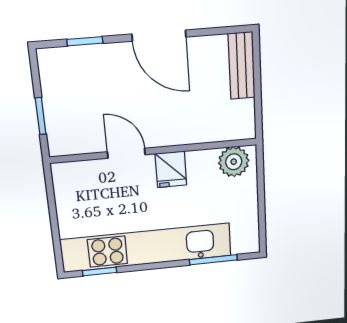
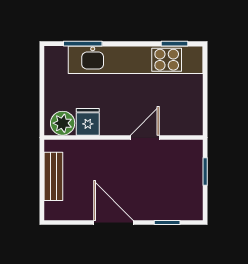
bench: (242, 66) -> (53, 176), moved
door: (126, 153) -> (145, 138), swing flipped
fridge: (171, 169) -> (88, 122), moved

